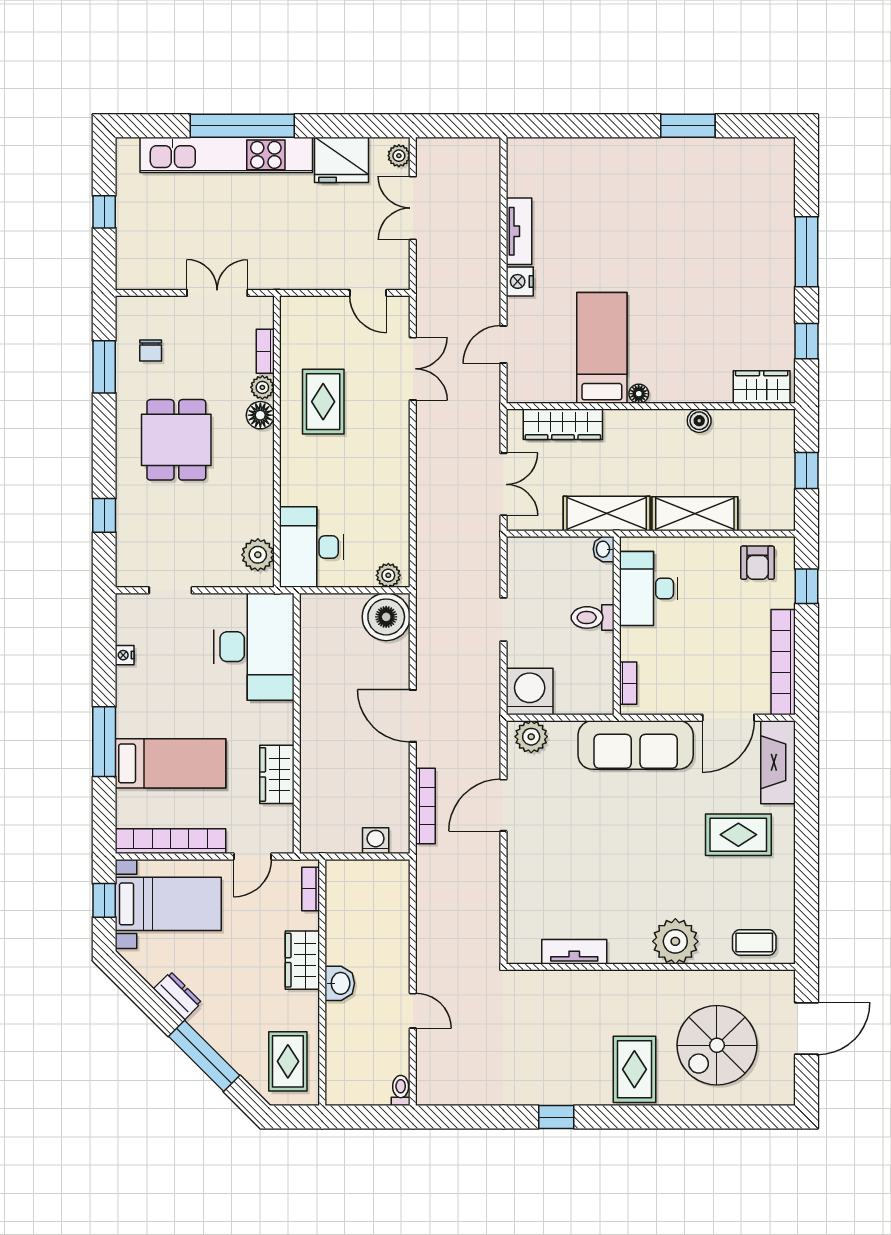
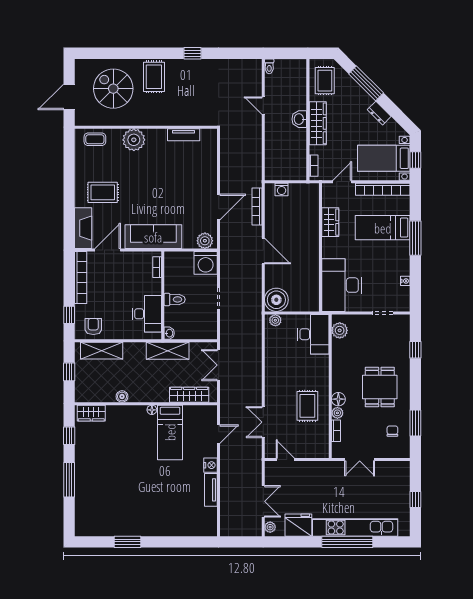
shelving: (695, 514) -> (102, 351), moved
wardrobe: (302, 960) -> (318, 123), width x1.50
spiral stairs: (717, 1045) -> (113, 89), turned -90

